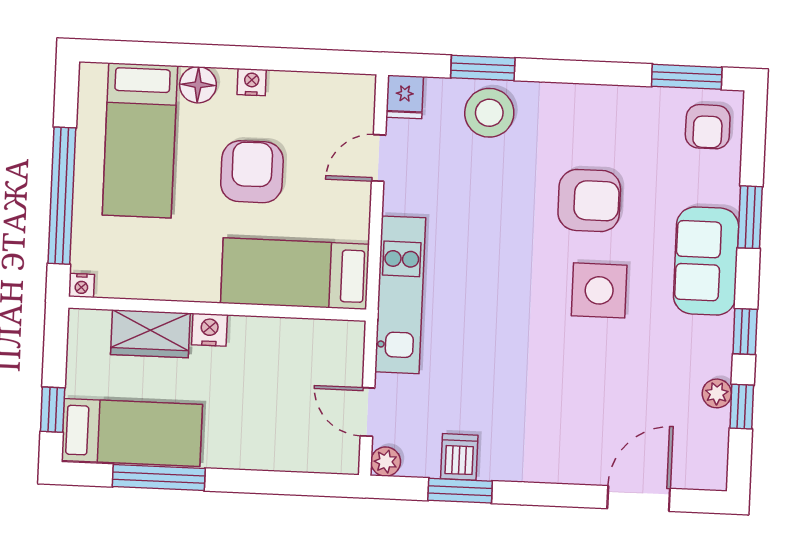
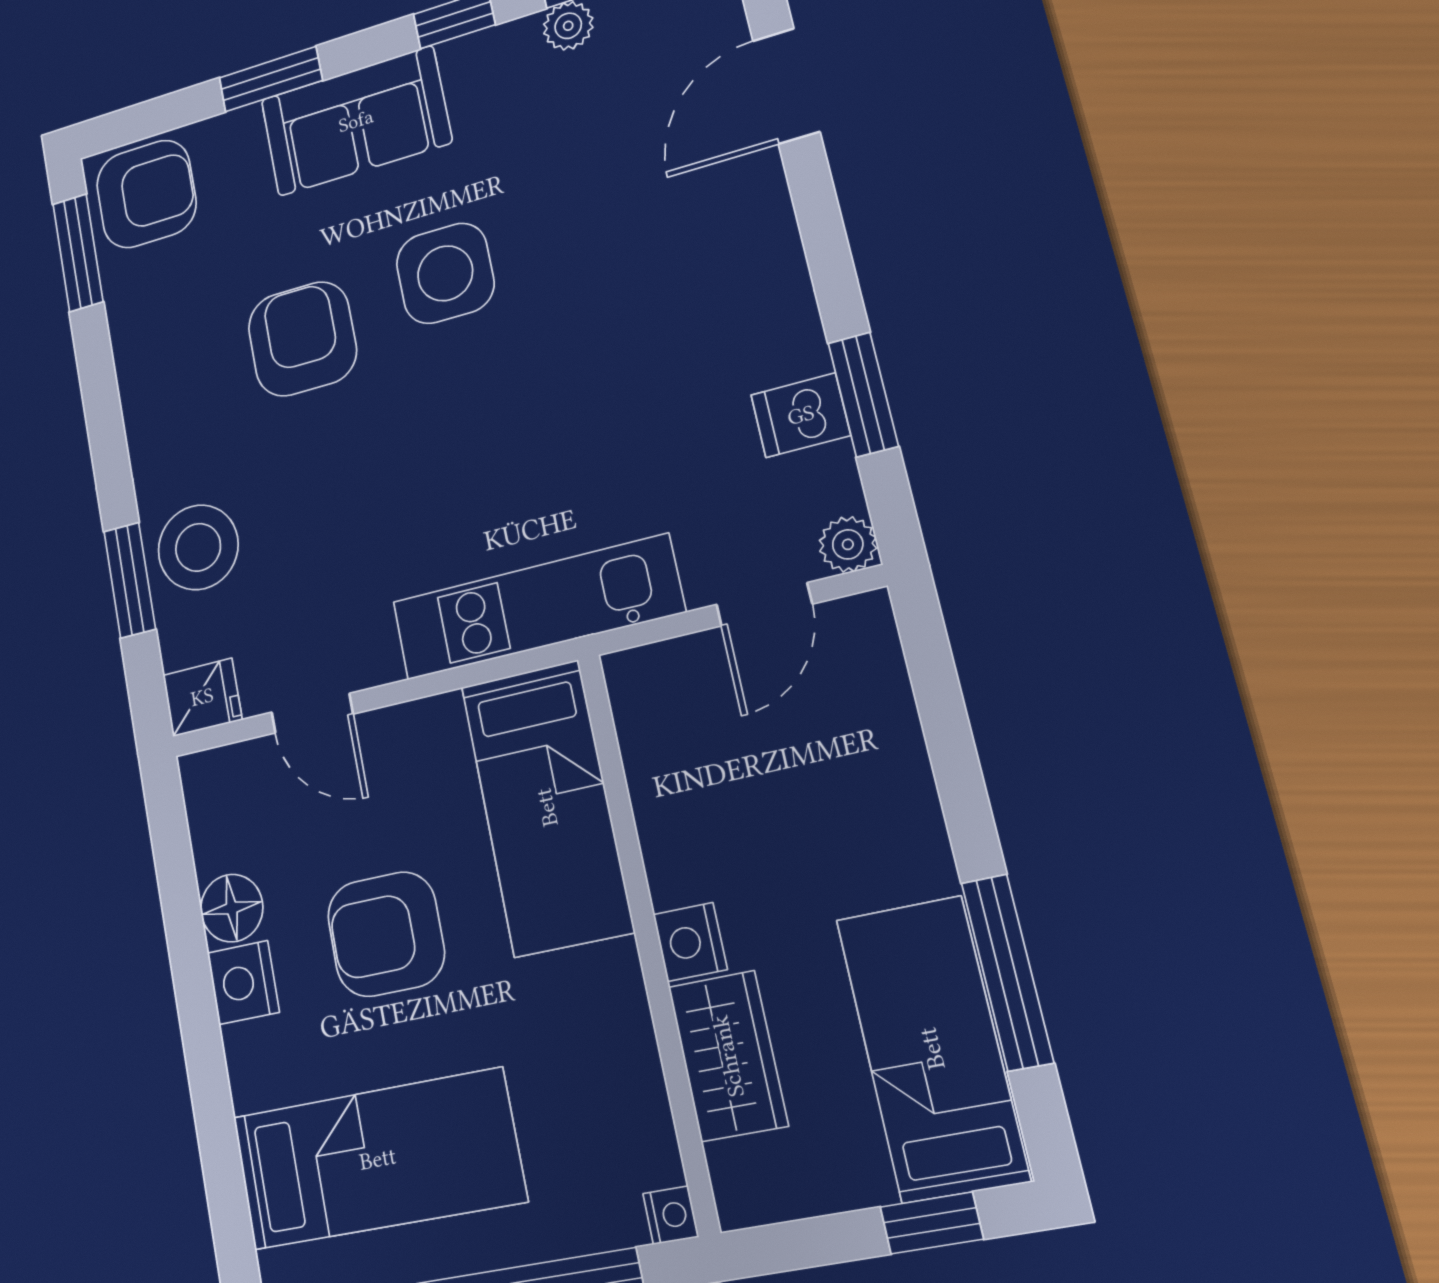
nightstand: (252, 82) -> (243, 983), width x1.39, depth x1.35
floor lamp: (198, 85) -> (232, 908), moved
armchair: (708, 127) -> (146, 194), width x1.38, depth x1.38
door: (639, 498) -> (786, 86), hinge flipped

